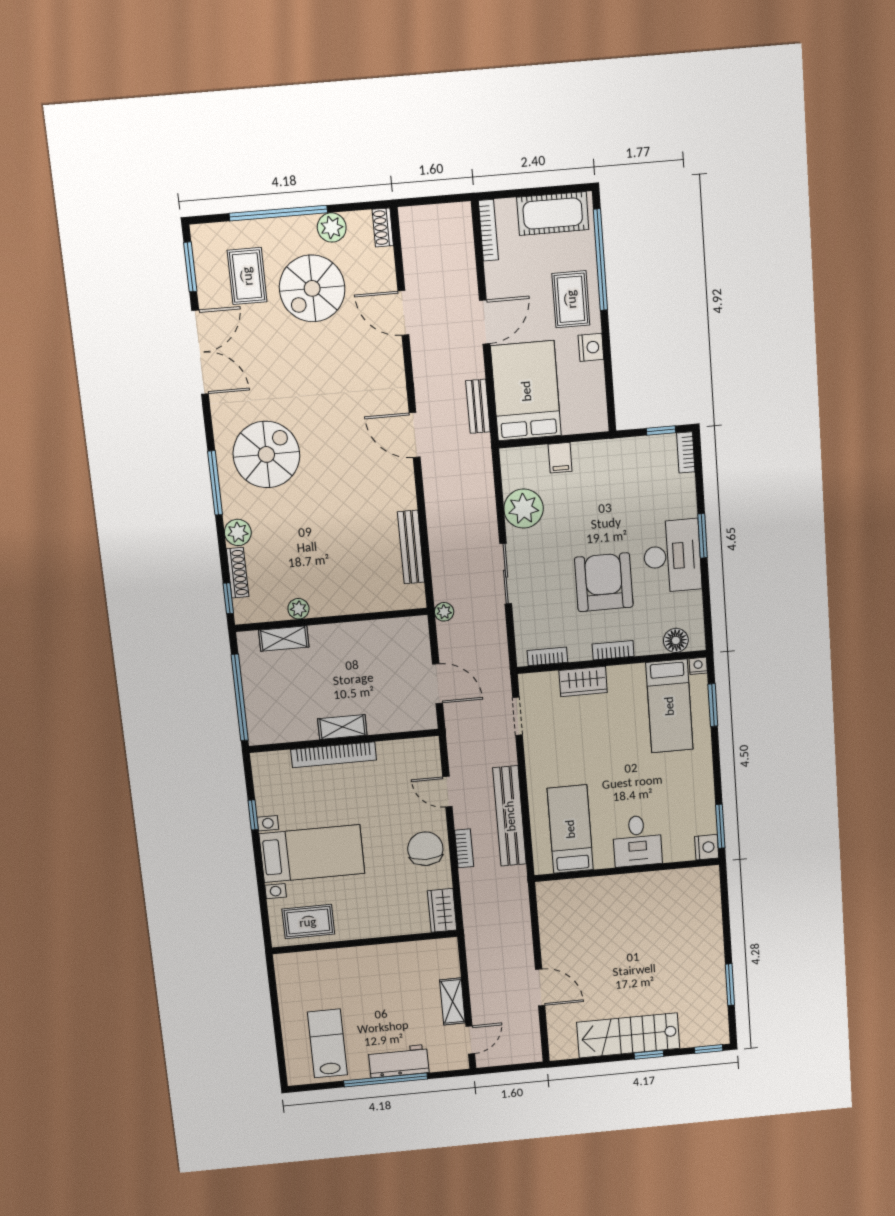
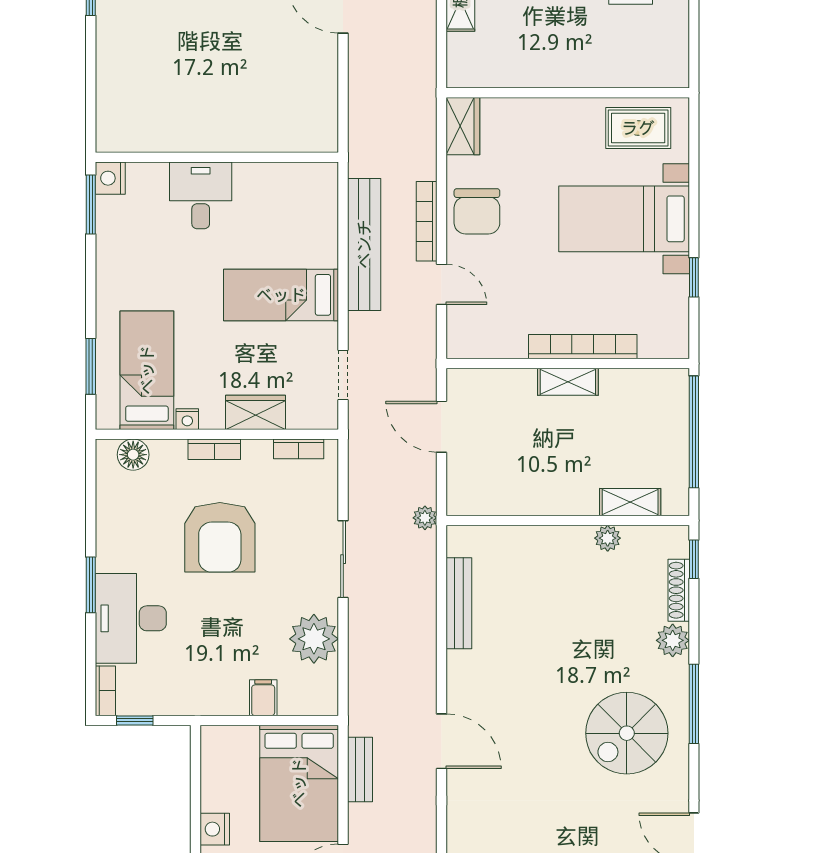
desk: (672, 556) -> (131, 618), moved
nightstand: (698, 666) -> (187, 419), moved
bed: (570, 829) -> (281, 295), moved, turned 90
bookcase: (464, 848) -> (427, 221), width x1.56

